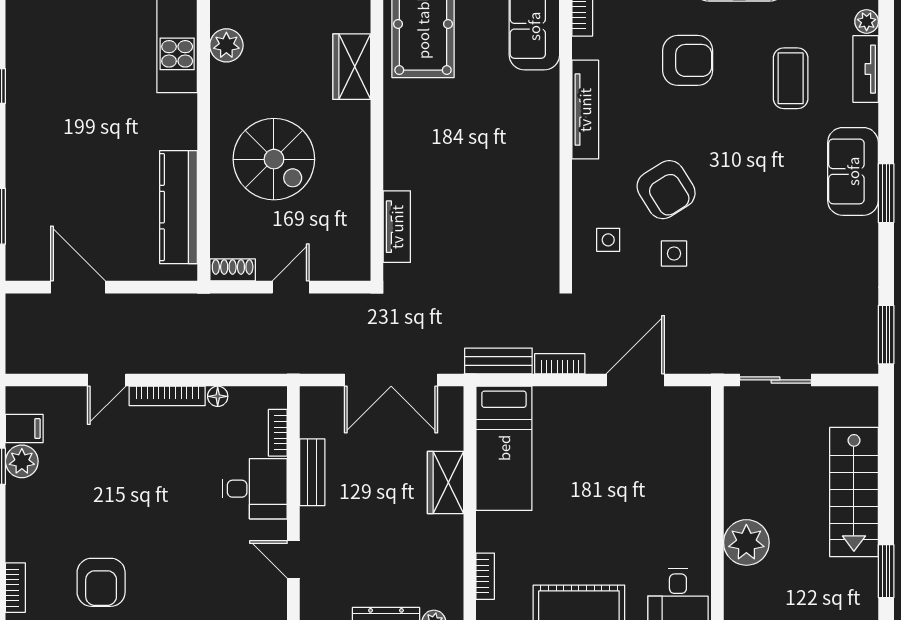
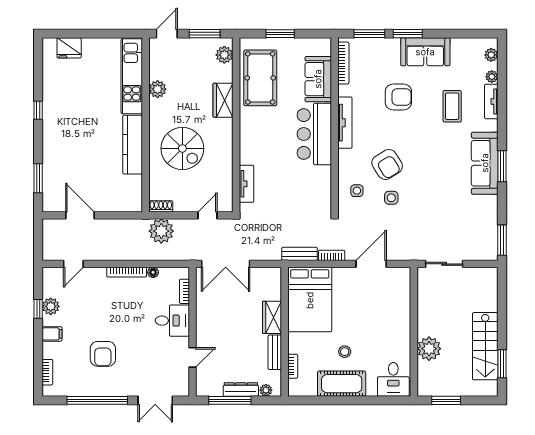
bar counter: (527, 131) -> (314, 134), added
sofa: (853, 171) -> (485, 163), width x1.36
kitchen counter: (179, 207) -> (133, 145), moved
door: (291, 287) -> (207, 215), moved
plant: (234, 317) -> (161, 231), added
door: (107, 380) -> (73, 264), moved
double door: (391, 380) -> (226, 264), moved
filing cabinet: (24, 428) -> (52, 334), moved
bed: (504, 448) -> (310, 300), width x1.50
bench: (312, 472) -> (275, 352), moved
stairs: (854, 492) -> (485, 346), moved
stool: (585, 548) -> (345, 352), added
door: (293, 559) -> (193, 357), swing flipped
armchair: (101, 582) -> (103, 354), moved

